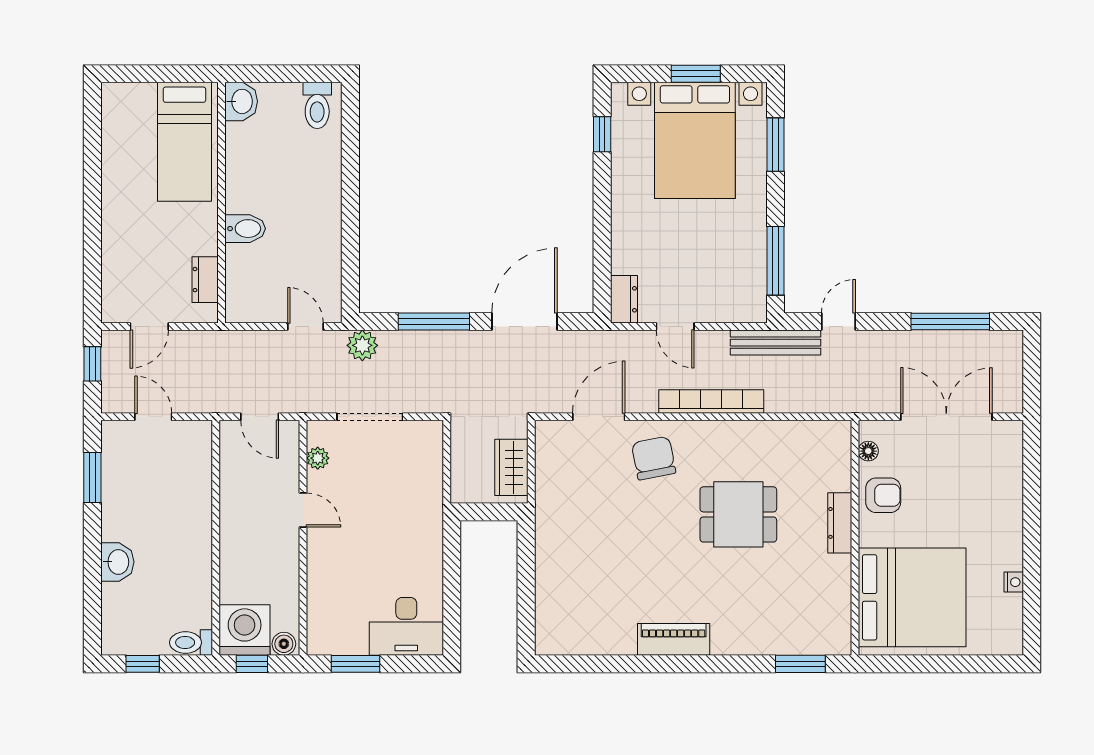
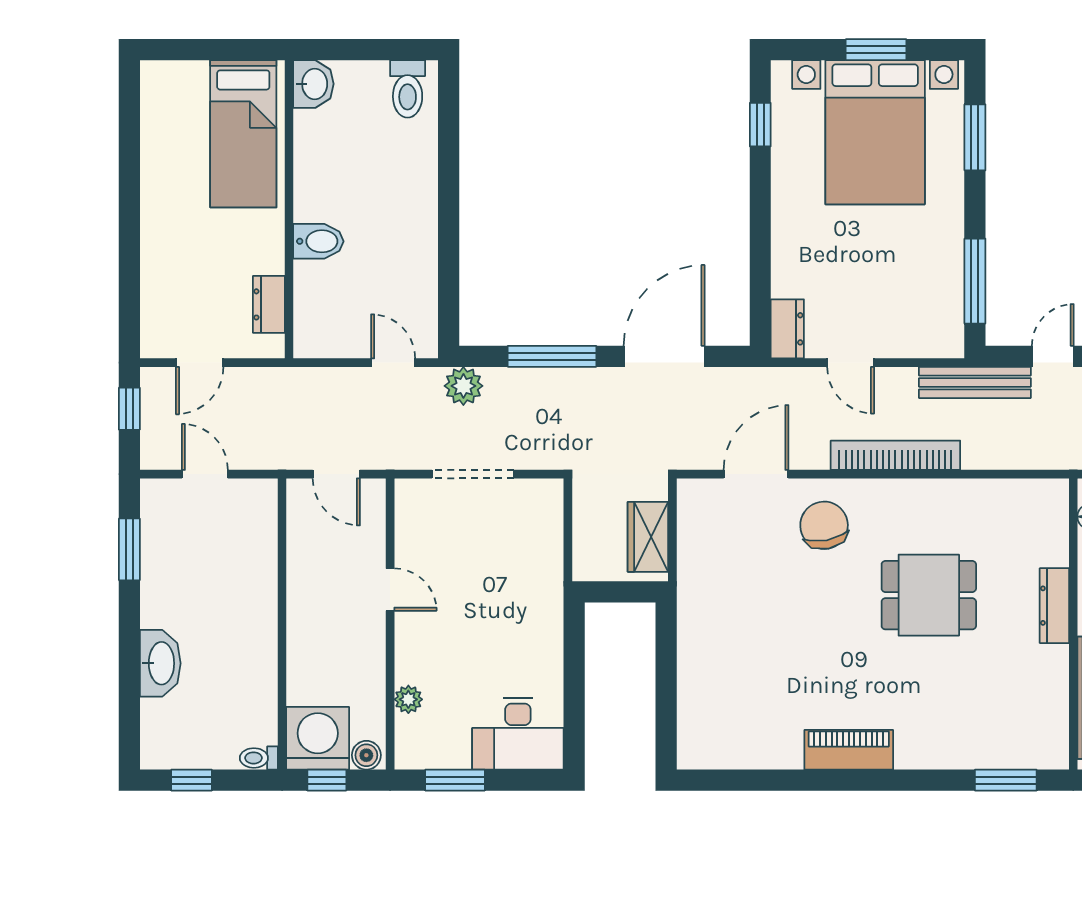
plant: (318, 458) -> (408, 699), moved
washbasin: (117, 562) -> (160, 663), width x1.38
toilet: (191, 642) -> (259, 758), width x0.73, depth x0.72

